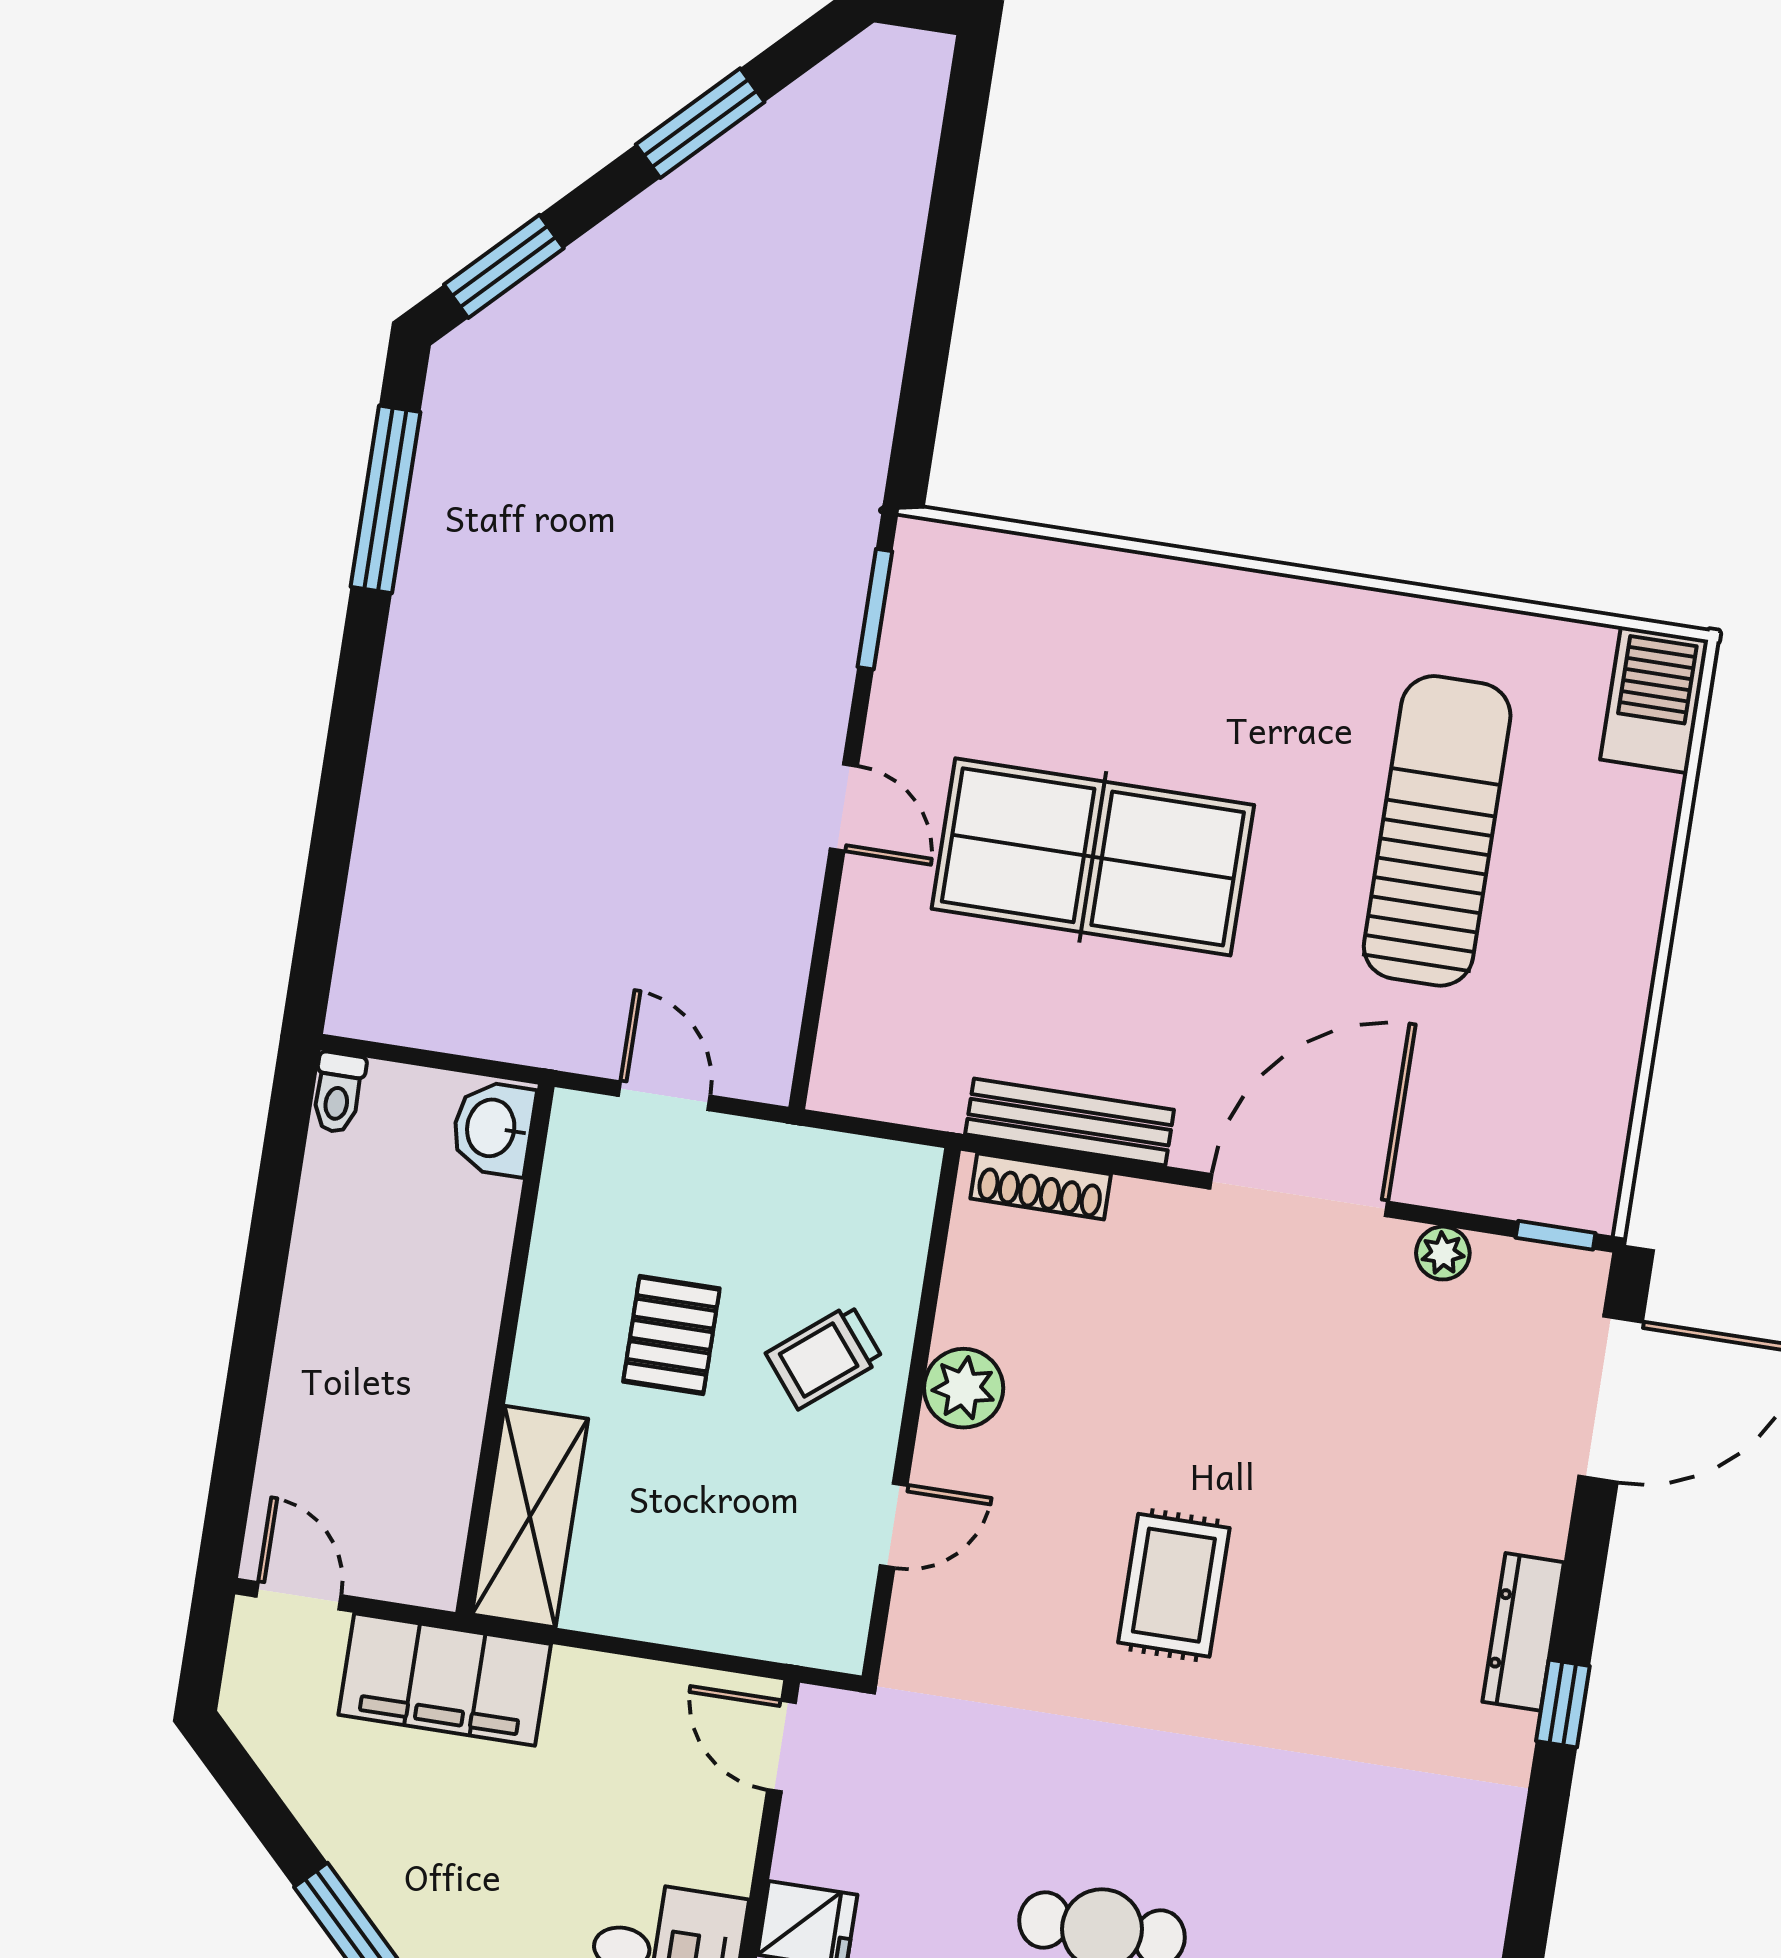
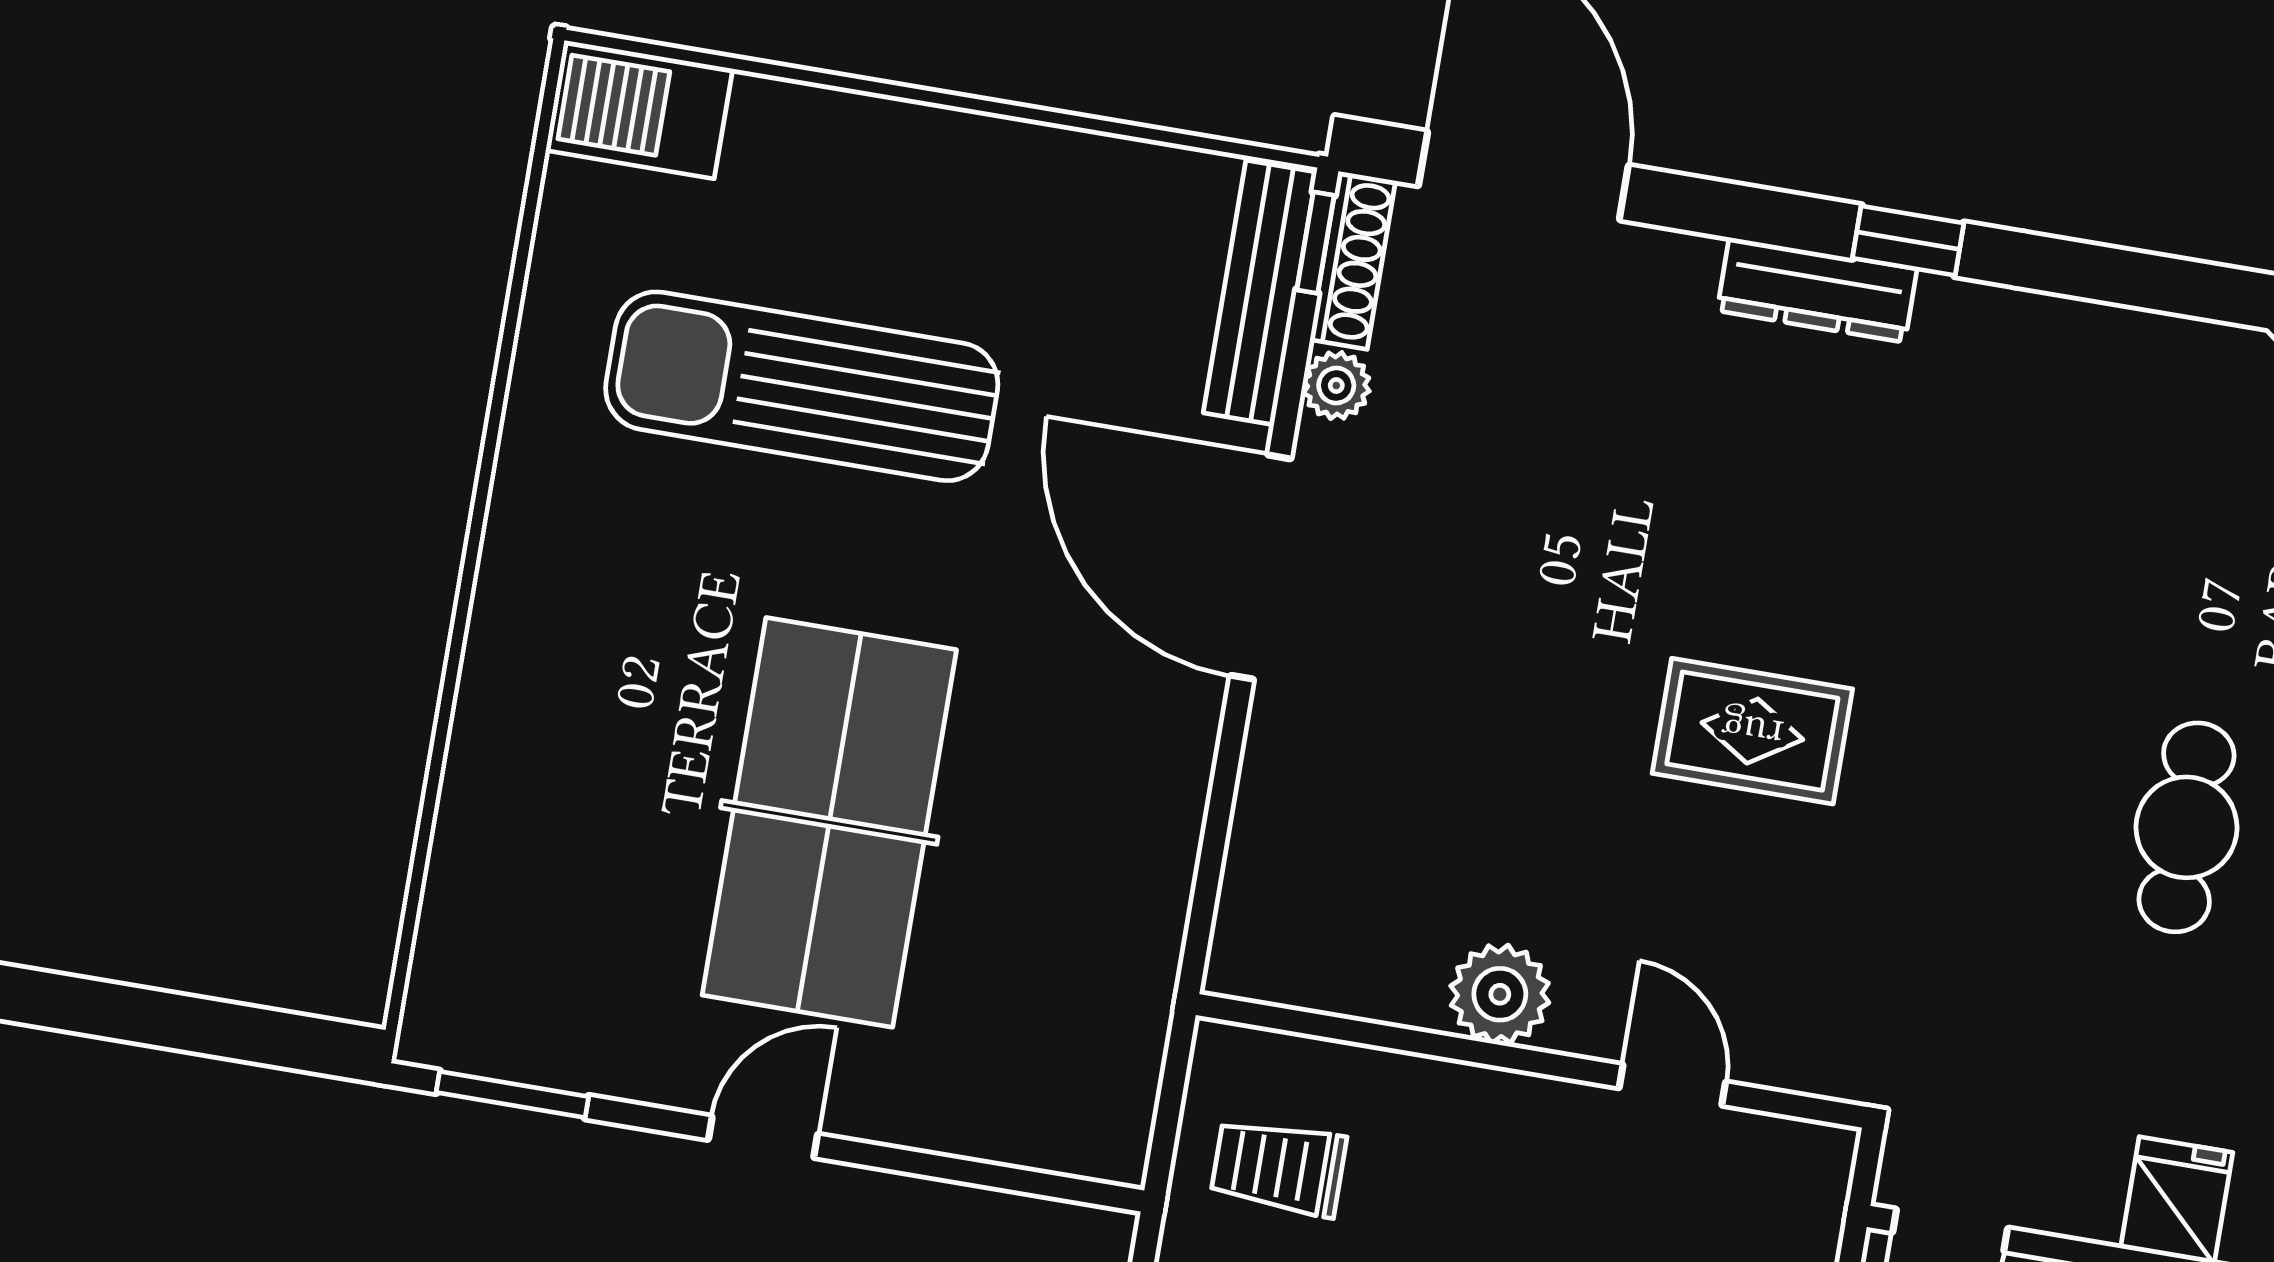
bench: (1070, 1122) -> (1260, 293), moved
shoe rack: (1041, 1186) -> (1353, 260), moved
trolley: (825, 1357) -> (1279, 1167), moved, turned 129

